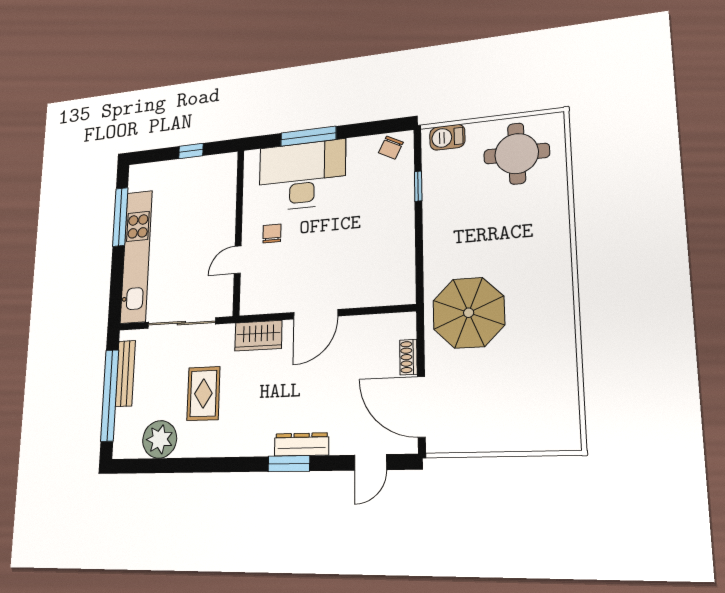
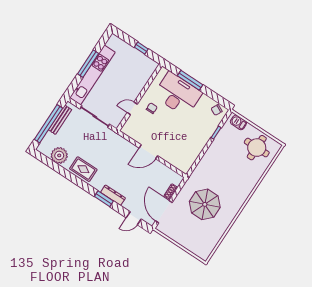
window: (120, 217) -> (88, 64), moved
parasol: (469, 313) -> (205, 204), moved
wardrobe: (258, 336) -> (122, 144), removed
rug: (203, 393) -> (83, 169), moved, turned 90

